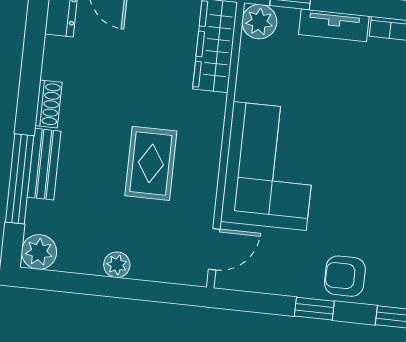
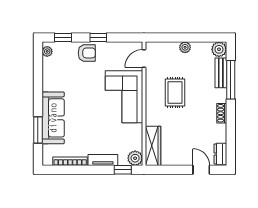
bench: (44, 164) -> (221, 73), moved

